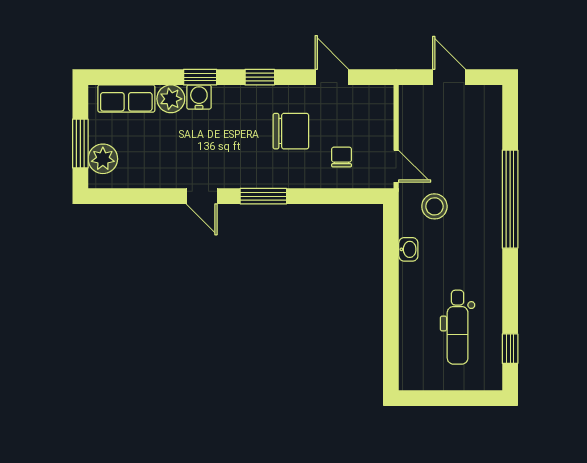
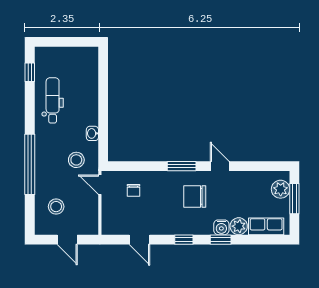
chair: (291, 131) -> (195, 196), moved
stool: (467, 131) -> (56, 207), added
dental chair: (458, 327) -> (53, 100), moved

